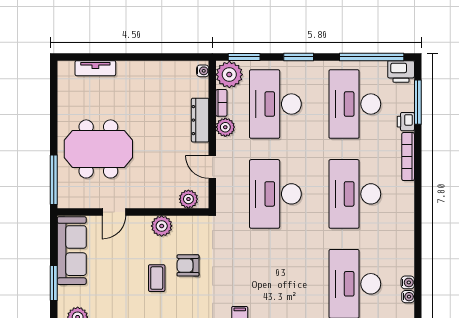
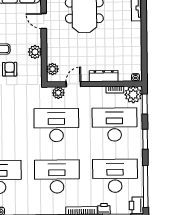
plant: (225, 127) -> (58, 93), moved

